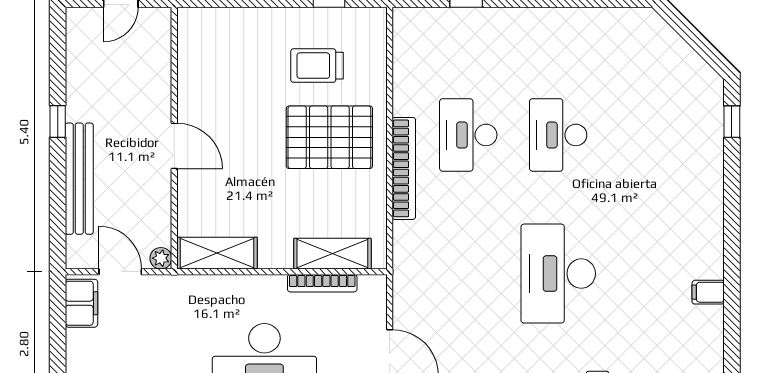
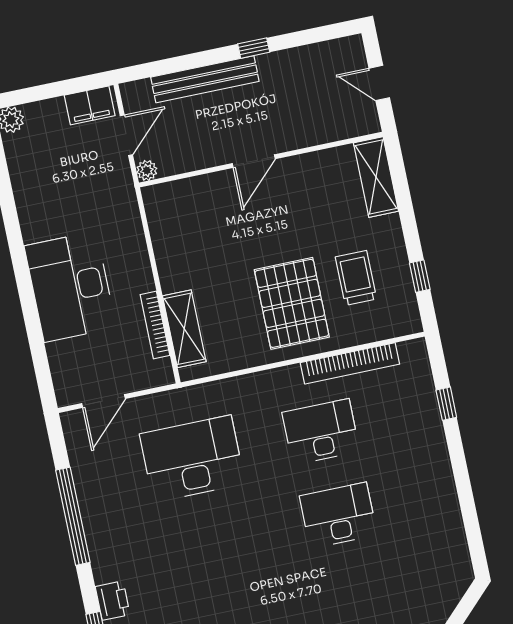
bookcase: (404, 168) -> (350, 363), moved
shelving: (217, 253) -> (376, 177), moved
desk: (558, 274) -> (192, 459), moved

